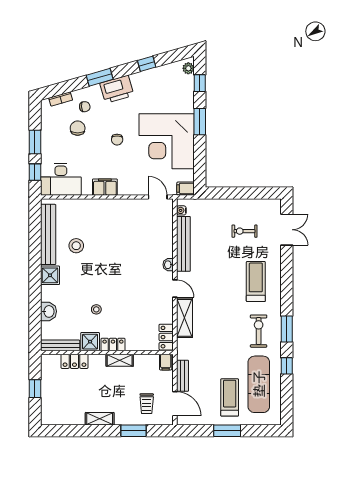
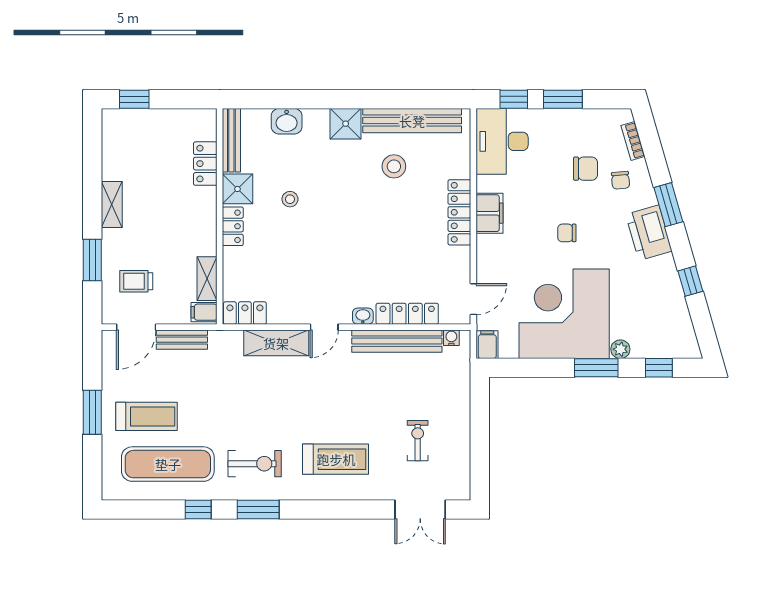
plant: (188, 68) -> (620, 349), moved
locker: (104, 206) -> (459, 212), added
locker: (167, 238) -> (407, 314), added
shelving: (120, 360) -> (207, 279), moved
window: (35, 389) -> (134, 99), moved

